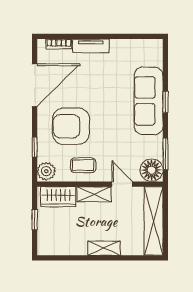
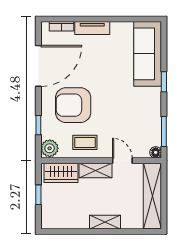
sofa: (149, 101) -> (148, 54), moved
floor lamp: (152, 170) -> (156, 152), width x0.53, depth x0.53

